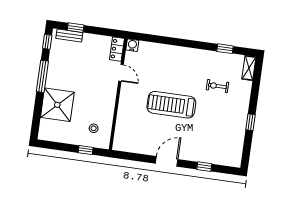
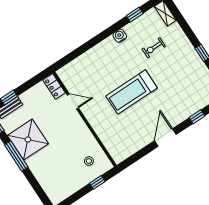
water cooler: (132, 45) -> (120, 36), moved
shower: (57, 105) -> (28, 140), moved

